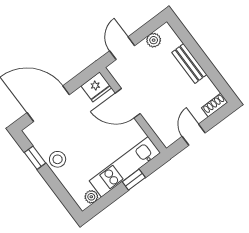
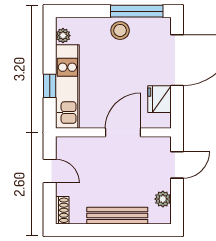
door: (122, 48) -> (177, 165), hinge flipped
bench: (189, 63) -> (117, 216), width x1.36
fridge: (96, 87) -> (159, 99), moved
window: (35, 158) -> (137, 11), width x2.17

